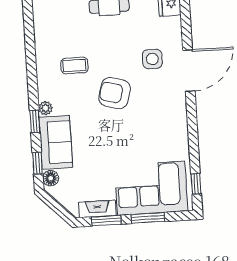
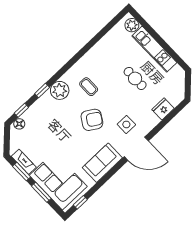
armchair: (115, 93) -> (92, 120), turned 107
plant: (46, 108) -> (60, 90), width x1.87, depth x1.87
sofa: (56, 142) -> (102, 163), moved, turned 180

